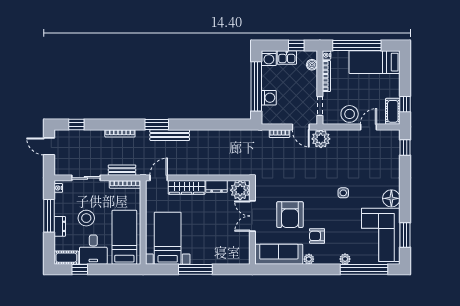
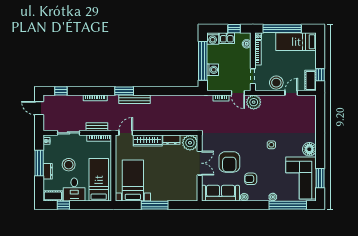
window: (405, 148) -> (320, 109), removed
double door: (252, 216) -> (200, 163), swing flipped

